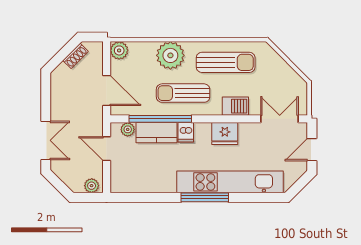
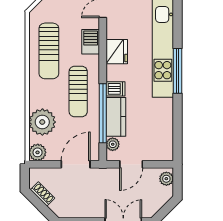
plant: (170, 55) -> (42, 122), moved
sun lounger: (226, 62) -> (49, 51), turned 180

